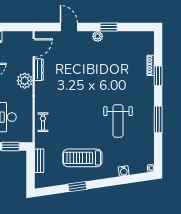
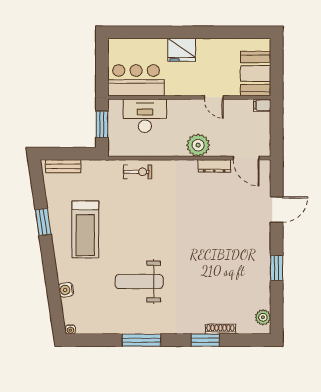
plant: (98, 36) -> (263, 317), moved
treadmill: (82, 158) -> (85, 229), turned 180
bench: (39, 161) -> (63, 166), moved

